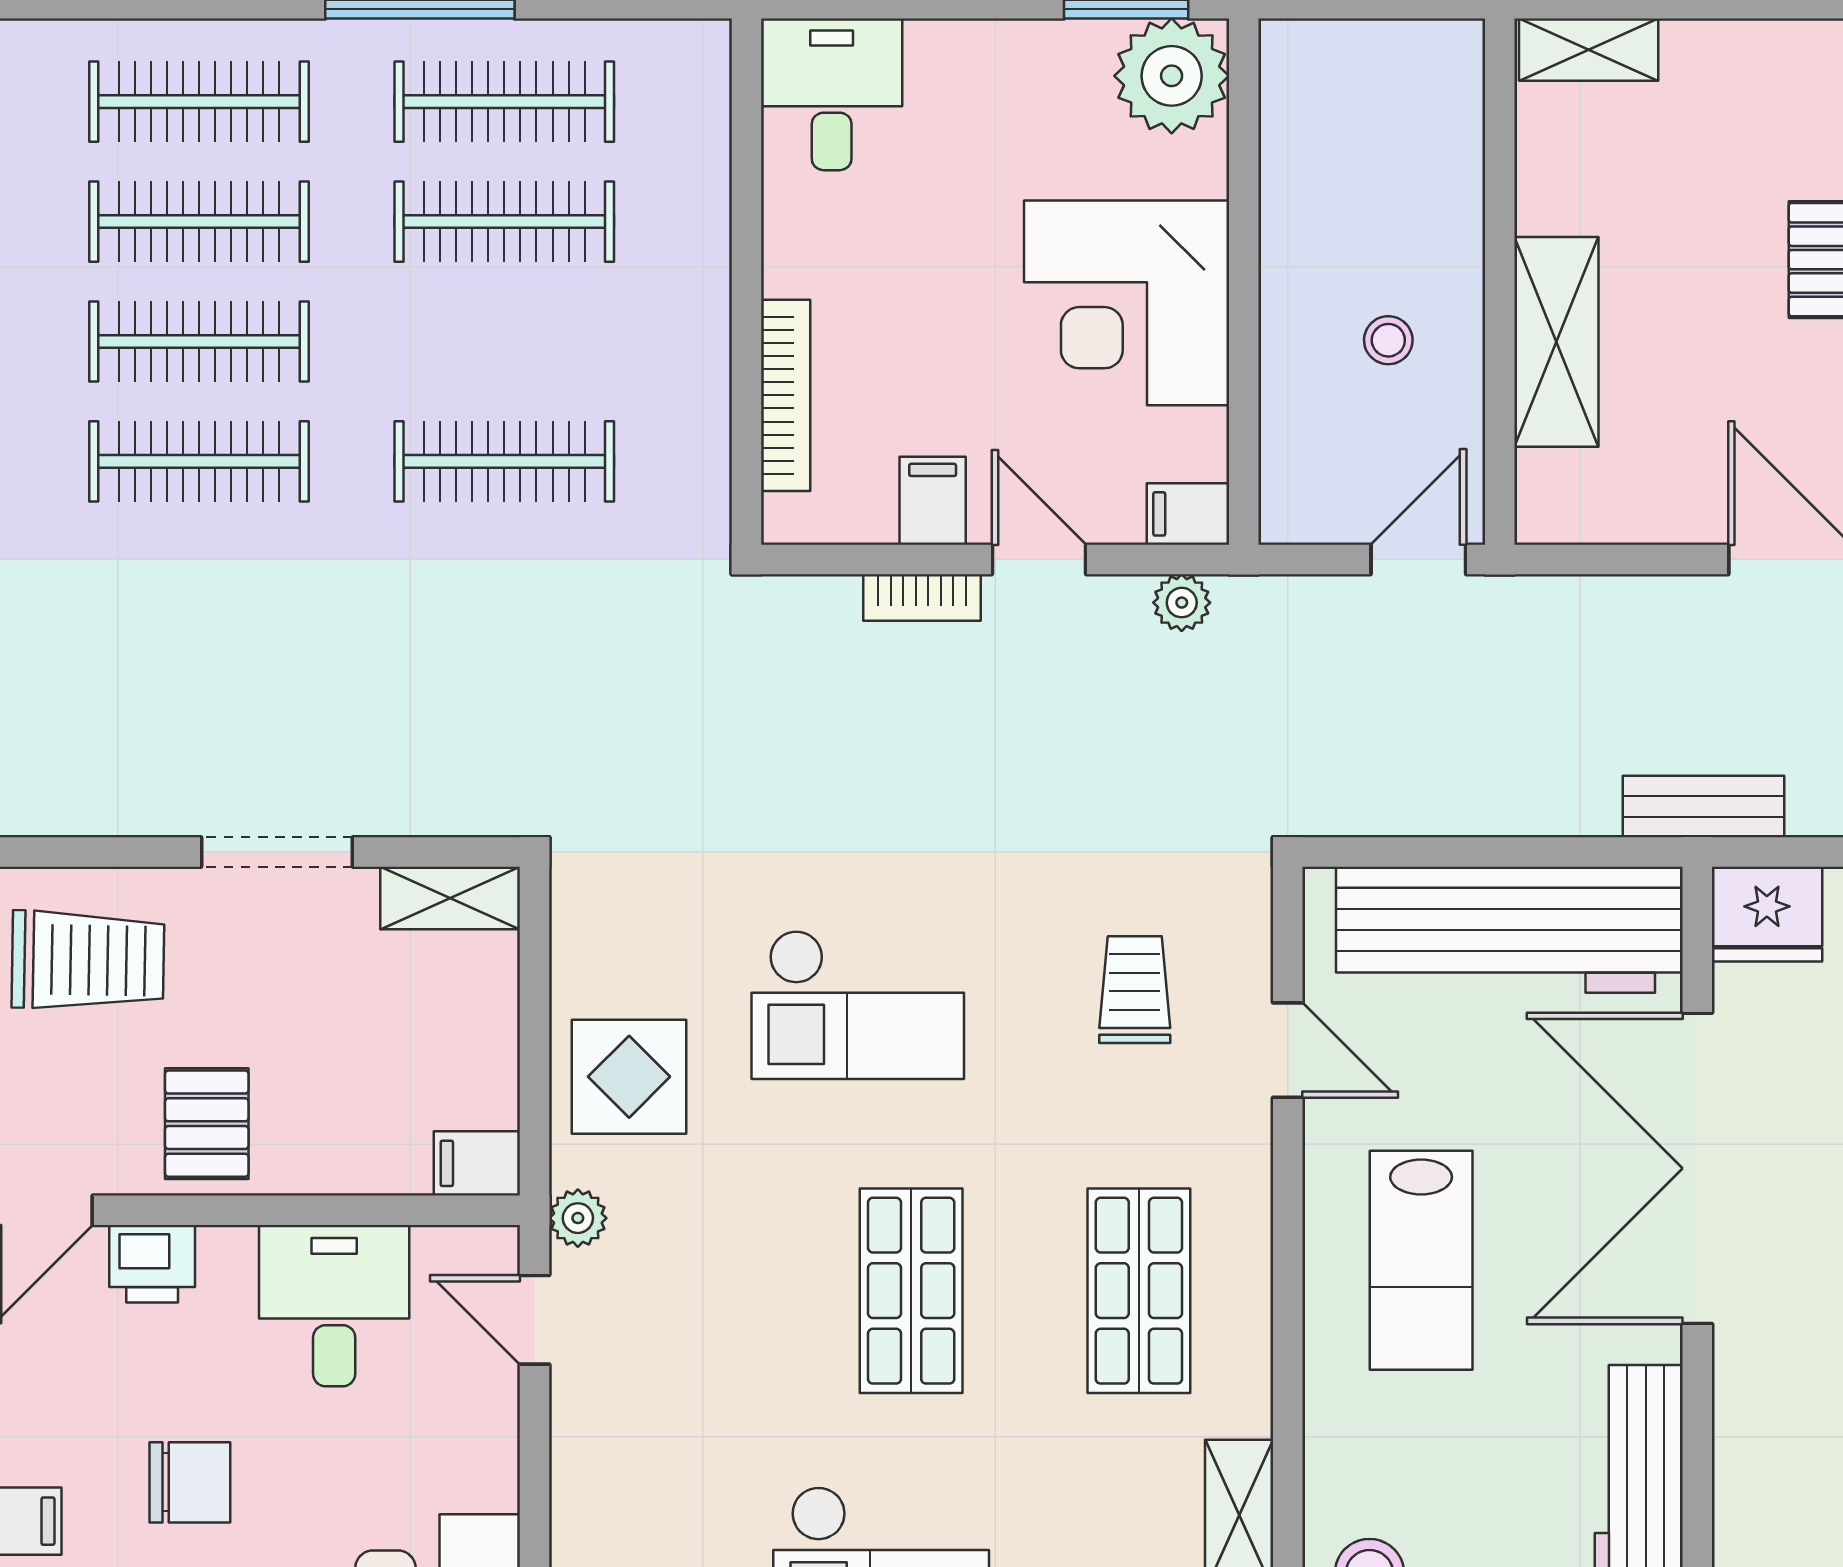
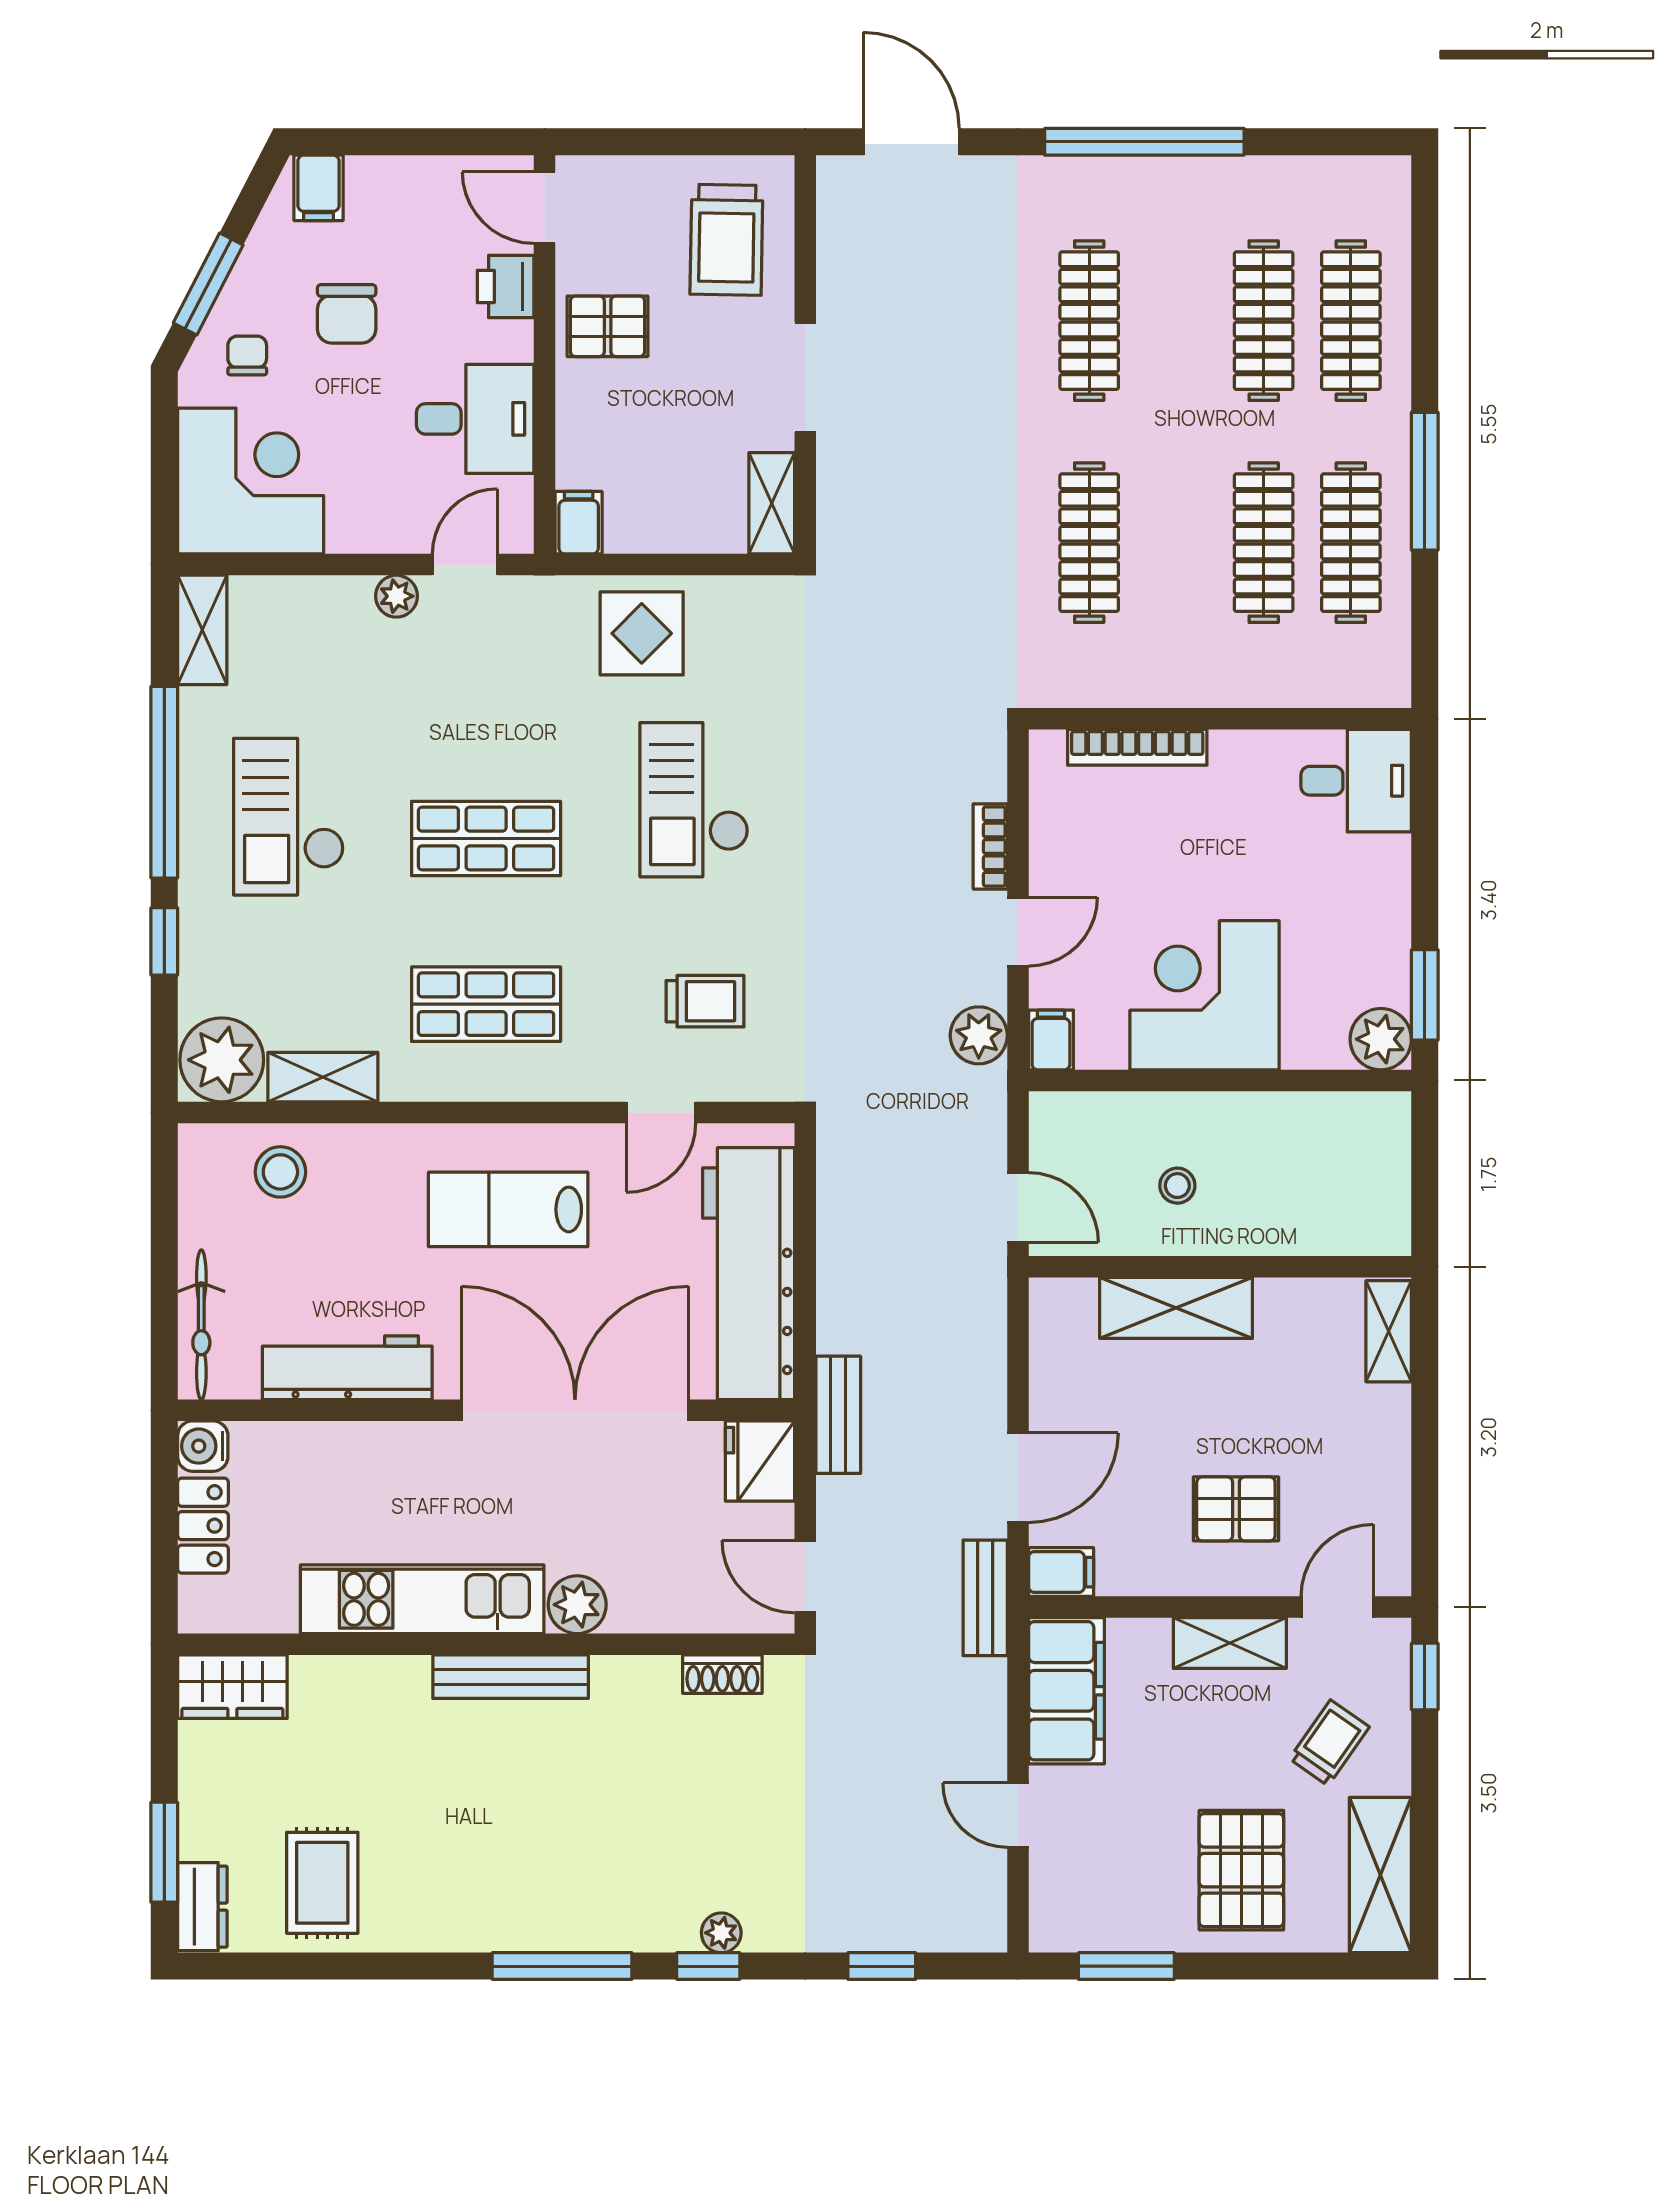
plant: (1172, 76) -> (1381, 1039), width x0.73, depth x0.73
clothes rail: (199, 341) -> (1176, 321), removed
filing cabinet: (933, 501) -> (1061, 854), removed
plant: (1182, 603) -> (979, 1035), width x1.38, depth x1.38
plant: (578, 1218) -> (396, 596), moved

